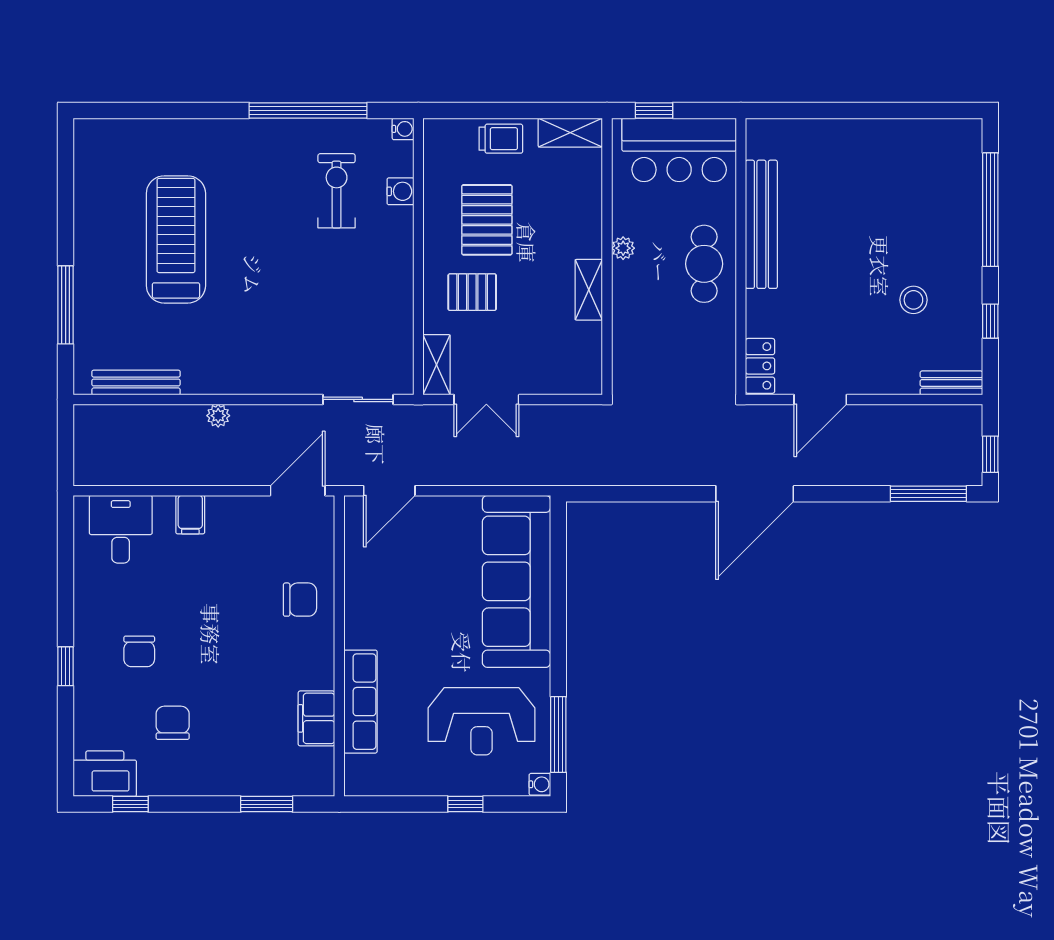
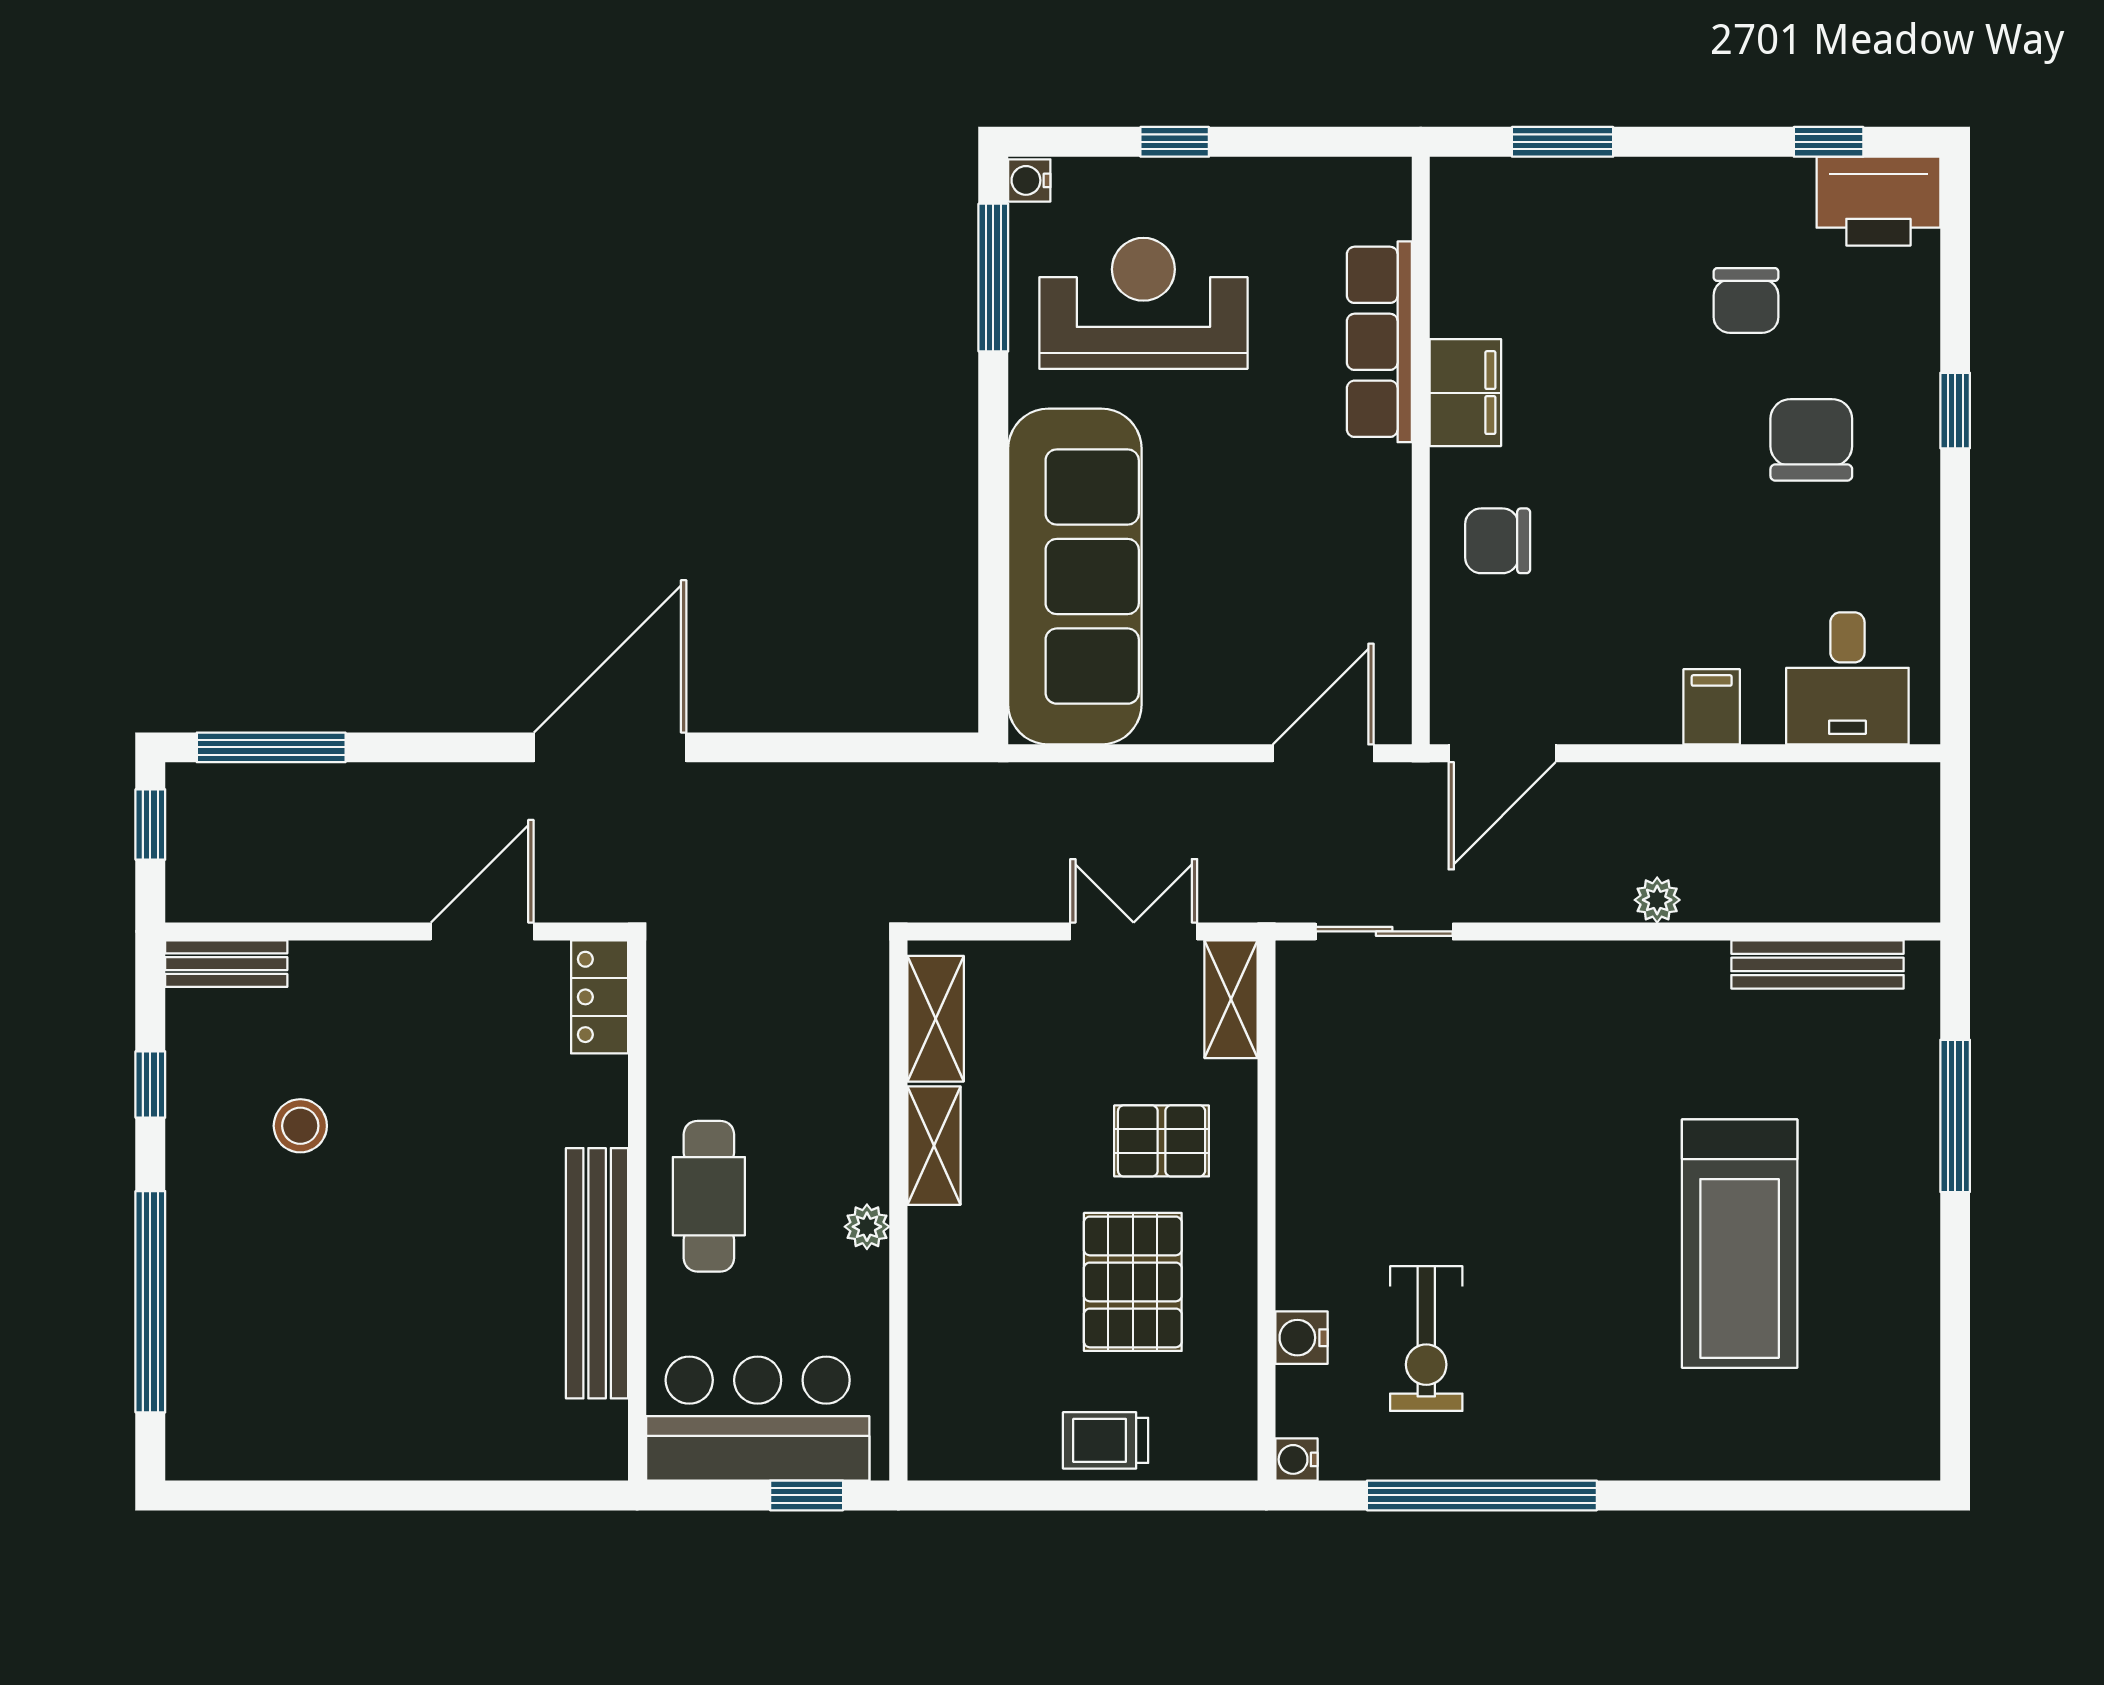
shelving: (570, 133) -> (936, 1019), moved, turned 90
chair: (139, 651) -> (1811, 440), width x1.37, depth x1.37
filing cabinet: (316, 718) -> (1465, 393), moved

